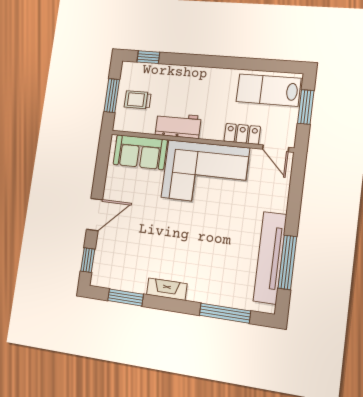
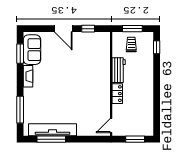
lab bench: (268, 90) -> (143, 118), removed
locker: (242, 134) -> (117, 94), moved
sofa: (140, 152) -> (32, 50), moved, turned 180
corner sofa: (205, 173) -> (94, 89), removed
window: (88, 260) -> (88, 29), moved

